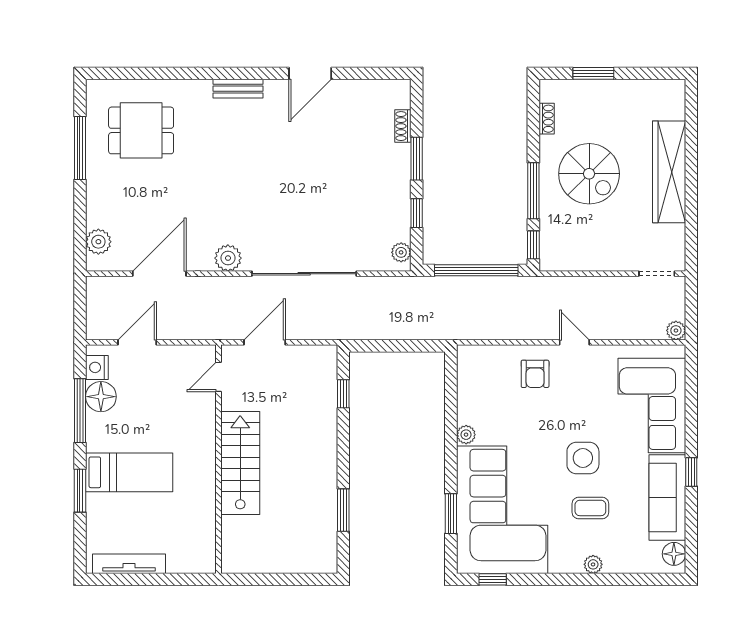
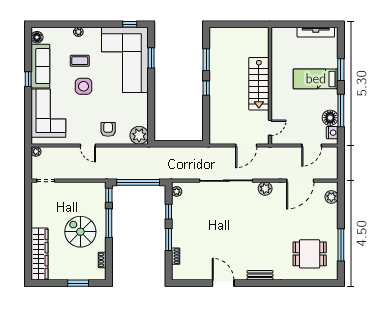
door: (310, 73) -> (223, 283), hinge flipped
wardrobe: (669, 172) -> (39, 254), moved
window: (343, 394) -> (206, 88), moved
plant: (466, 435) -> (139, 135), moved, width x1.87, depth x1.87

